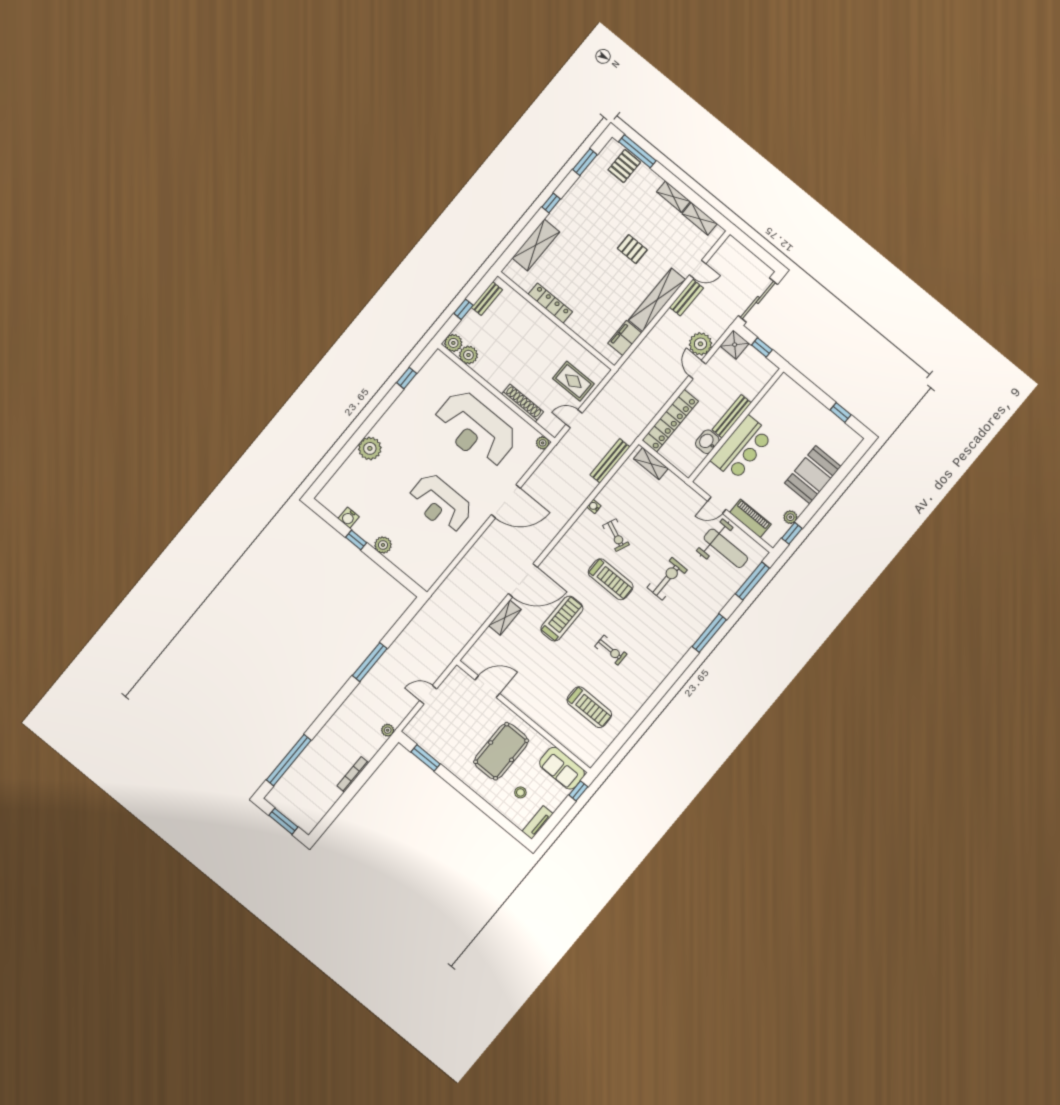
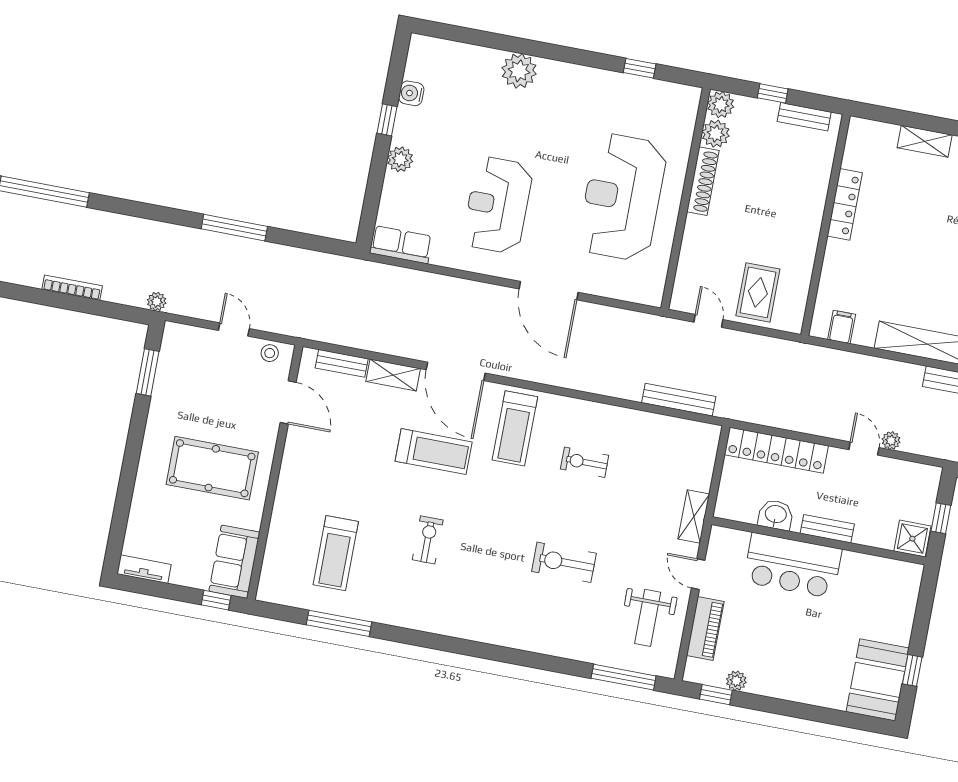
shelving: (536, 245) -> (925, 141), width x0.67, depth x0.75
filing cabinet: (625, 338) -> (842, 327), width x0.50
plant: (700, 344) -> (891, 441), width x0.53, depth x0.53
shower: (735, 345) -> (912, 539), moved
door: (697, 370) -> (864, 449), hinge flipped
shoe rack: (523, 403) -> (703, 181), moved
bench: (732, 416) -> (827, 529), width x0.73
plant: (543, 443) -> (653, 297), removed
shelving: (651, 464) -> (694, 516), moved
booth: (813, 475) -> (878, 680), moved, turned 90
water cooler: (594, 506) -> (606, 412), removed
exercise bike: (616, 535) -> (585, 462), turned 67
weight bench: (726, 548) -> (648, 618), width x0.73, depth x0.75
row of seats: (432, 572) -> (401, 245), added
treadmill: (611, 579) -> (515, 428), moved
exercise bike: (667, 579) -> (564, 562), turned 180
window: (709, 633) -> (339, 623), moved
bench: (482, 643) -> (342, 363), added
exercise bike: (611, 650) -> (428, 540), turned 180
stool: (520, 792) -> (270, 353), moved

